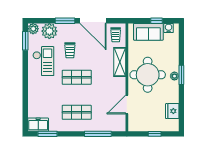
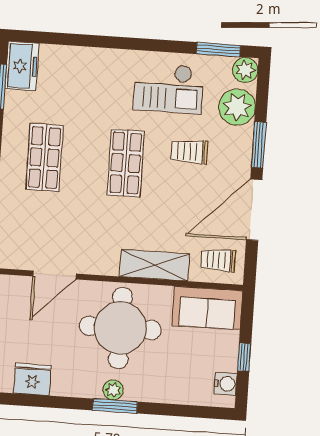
sofa: (148, 32) -> (207, 308), moved, turned -90
door: (127, 105) -> (55, 275), swing flipped

